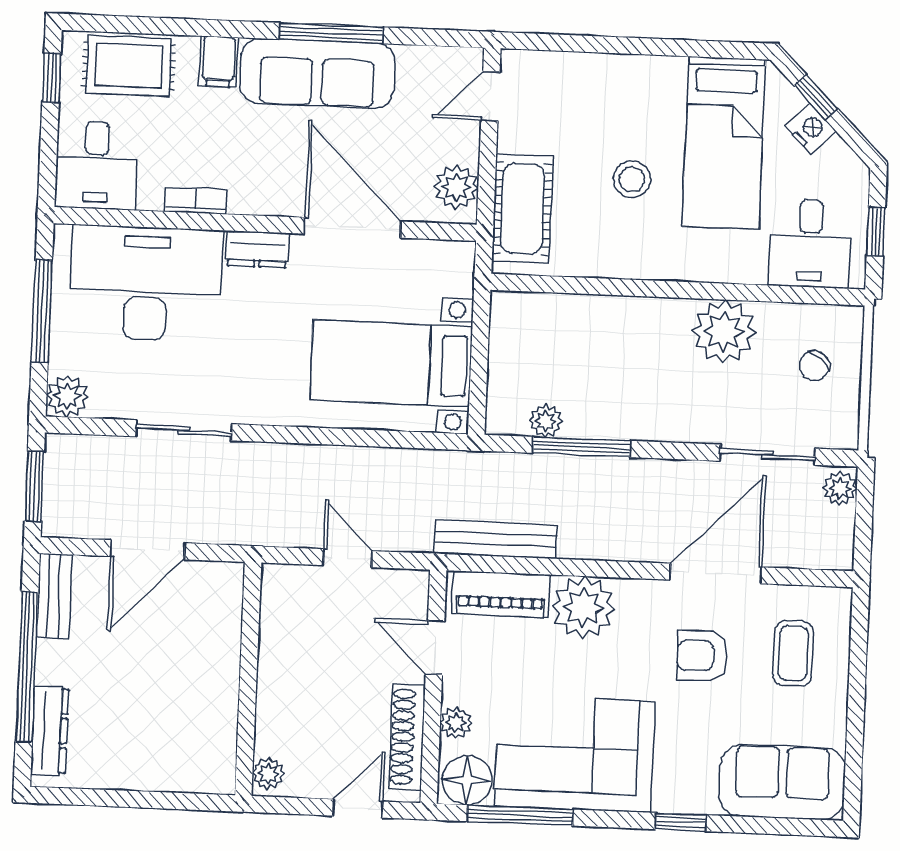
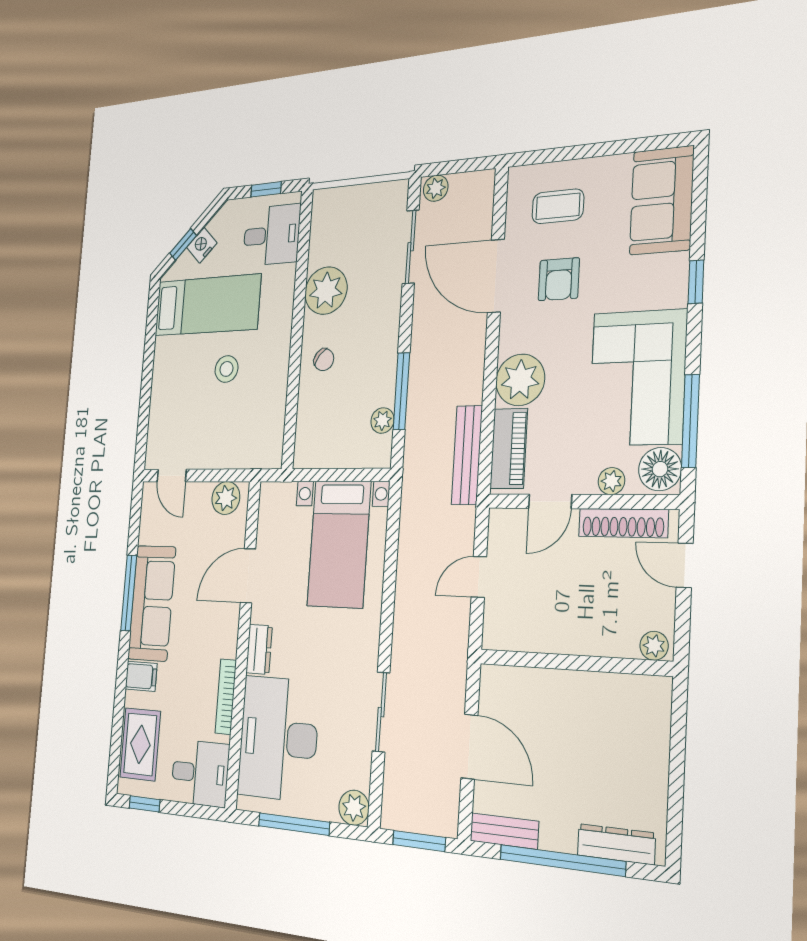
bookcase: (196, 201) -> (226, 697), width x1.56
cot: (522, 209) -> (241, 448), removed
door: (353, 228) -> (248, 576), width x0.73
chair: (815, 366) -> (324, 360), moved

